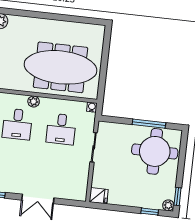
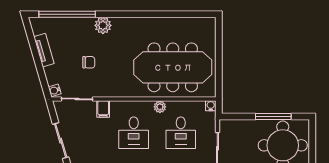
plant: (34, 101) -> (160, 107), moved

